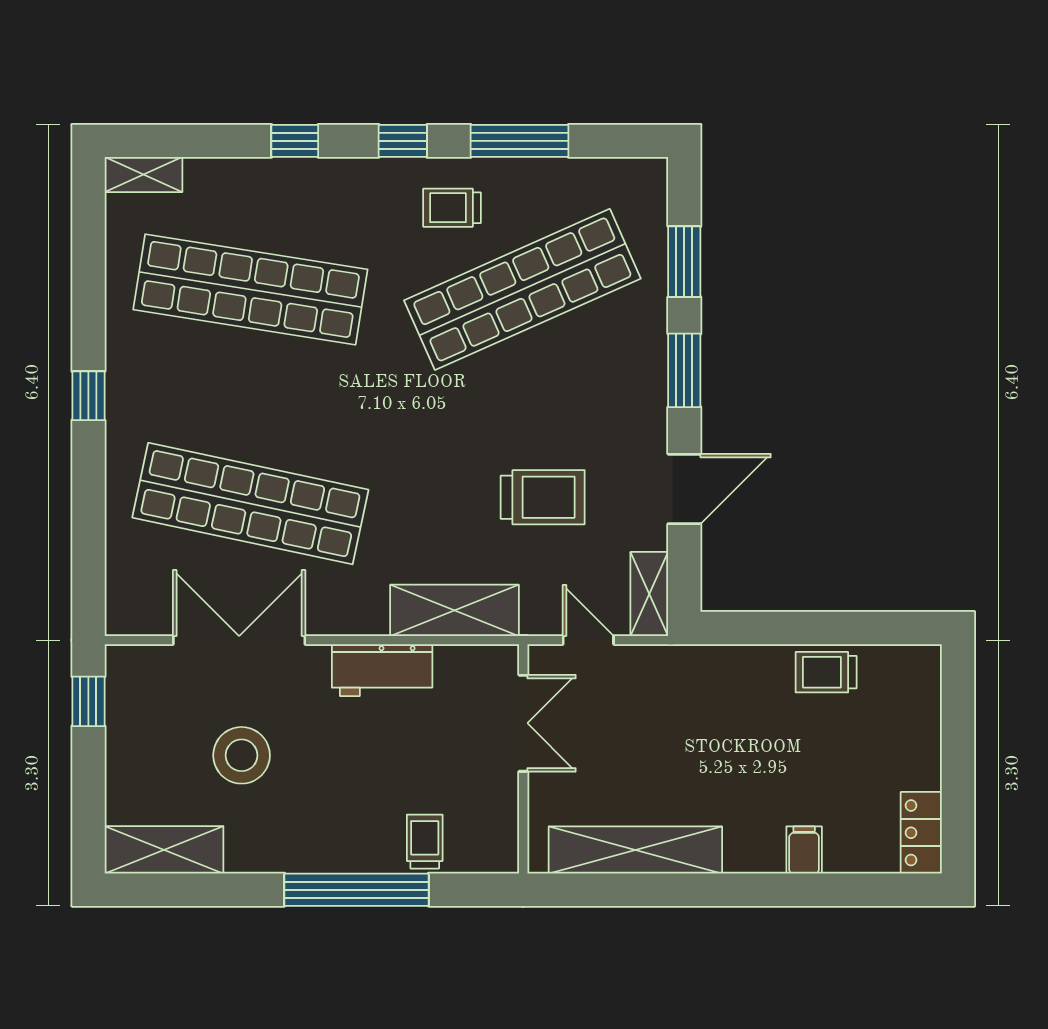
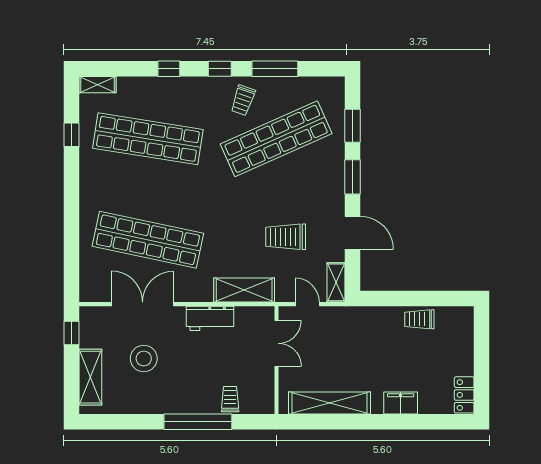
trolley: (452, 208) -> (243, 100), turned -71
window: (88, 396) -> (72, 135), moved
door: (684, 489) -> (352, 233), hinge flipped
trolley: (543, 497) -> (286, 237), turned 180
shelving: (164, 850) -> (90, 377), moved, turned 90
filing cabinet: (804, 850) -> (401, 403), width x2.00

